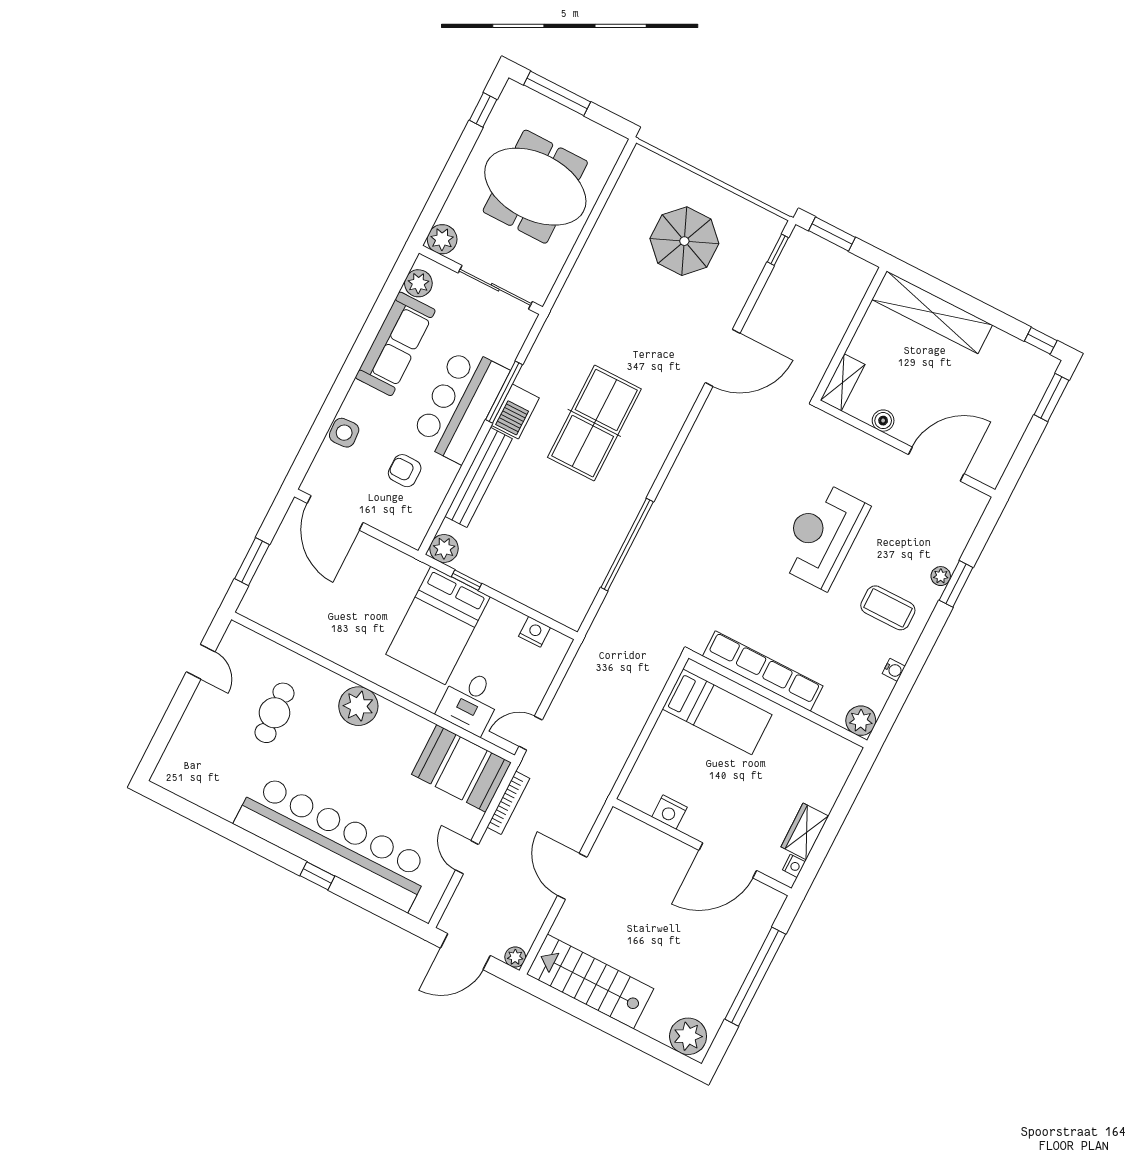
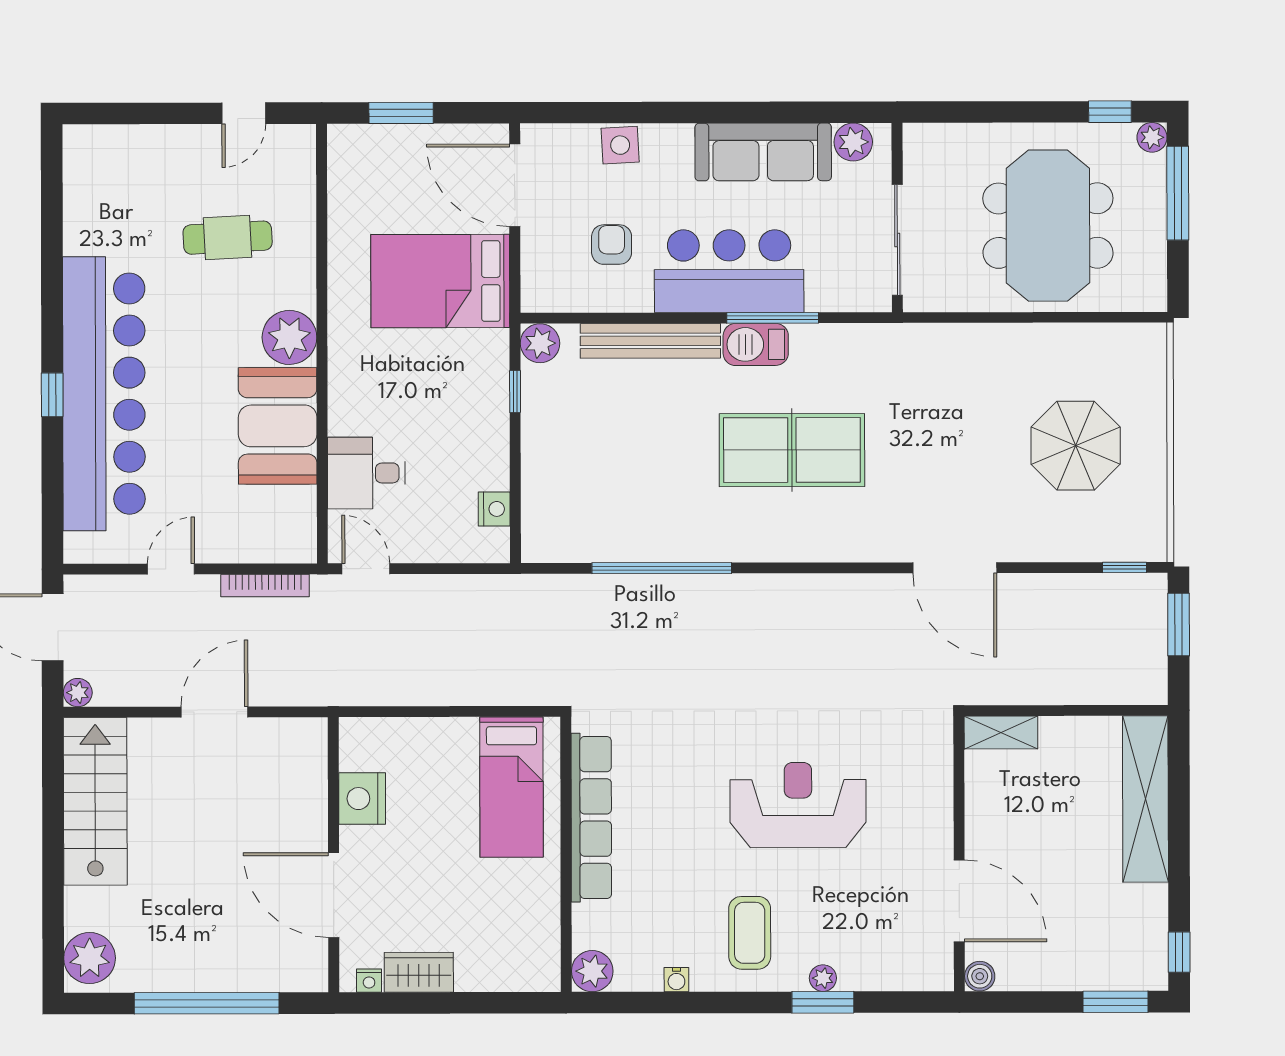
plant: (442, 239) -> (1152, 137), moved, width x0.73, depth x0.73
boiler: (883, 421) -> (980, 976), moved
door: (335, 513) -> (515, 185), hinge flipped
bed: (438, 625) -> (440, 281), moved
booth: (461, 768) -> (278, 426), moved
nightstand: (669, 812) -> (362, 799), width x1.36, depth x1.33

